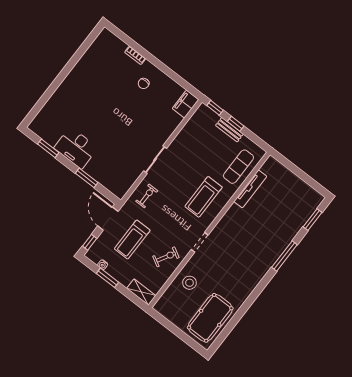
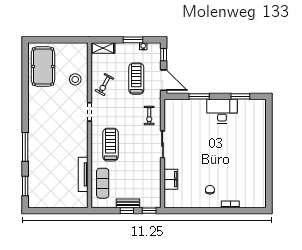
filing cabinet: (186, 104) -> (171, 179), moved

